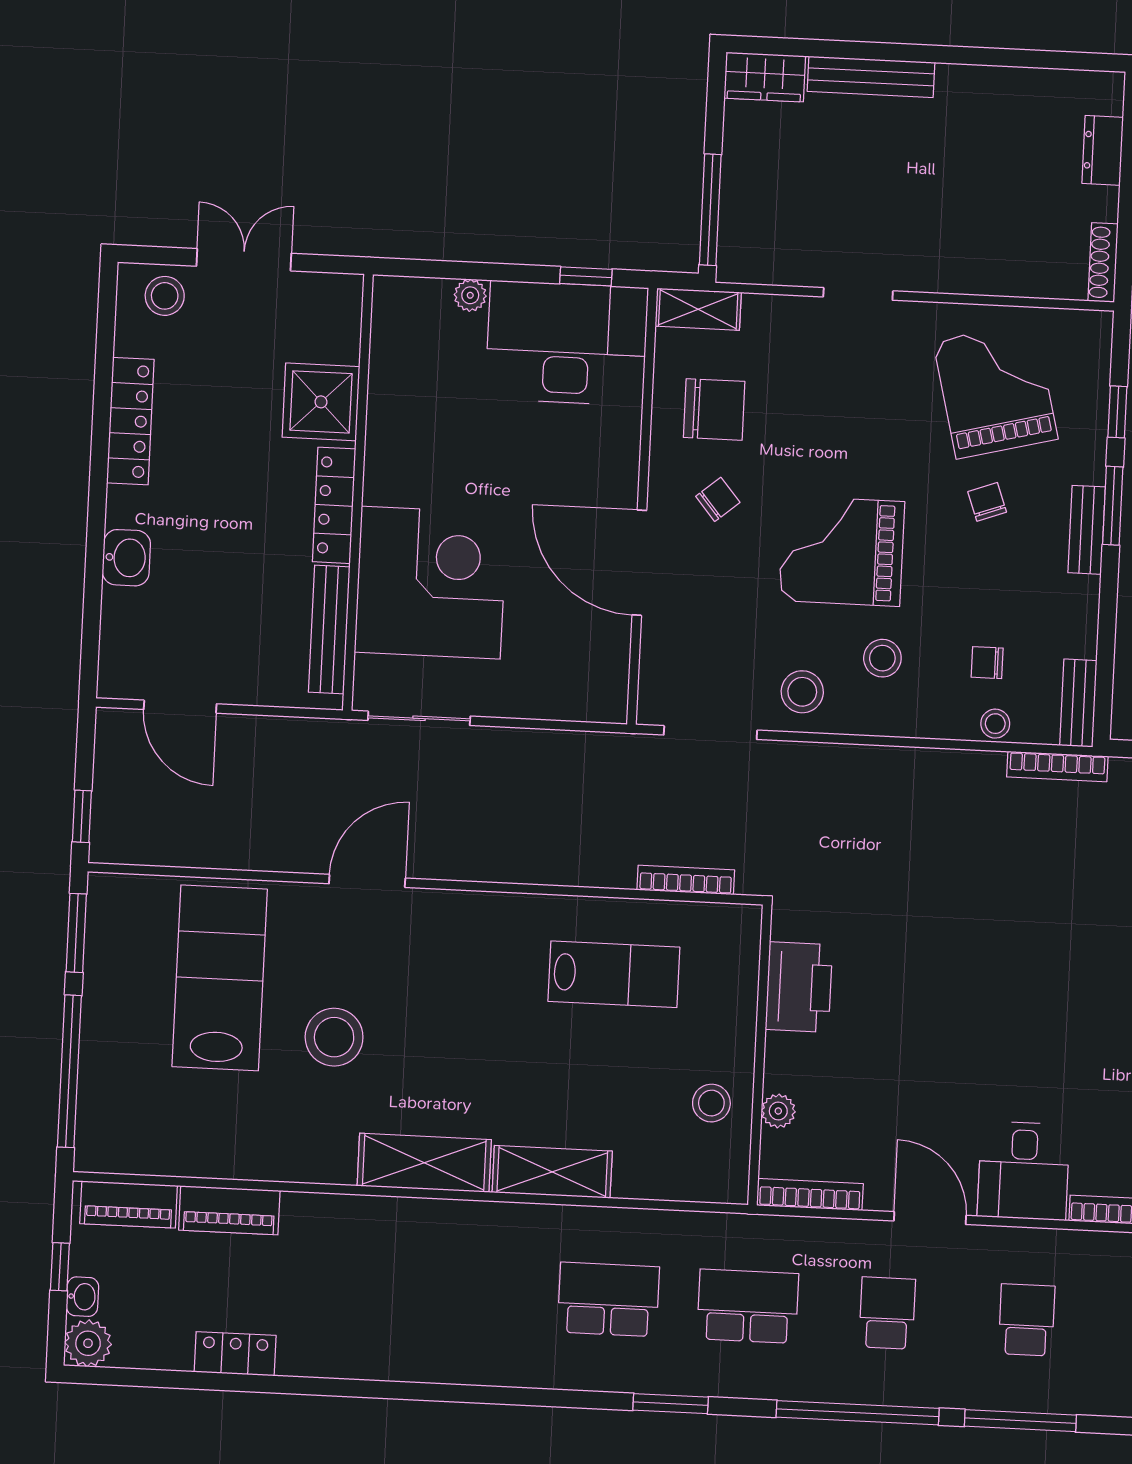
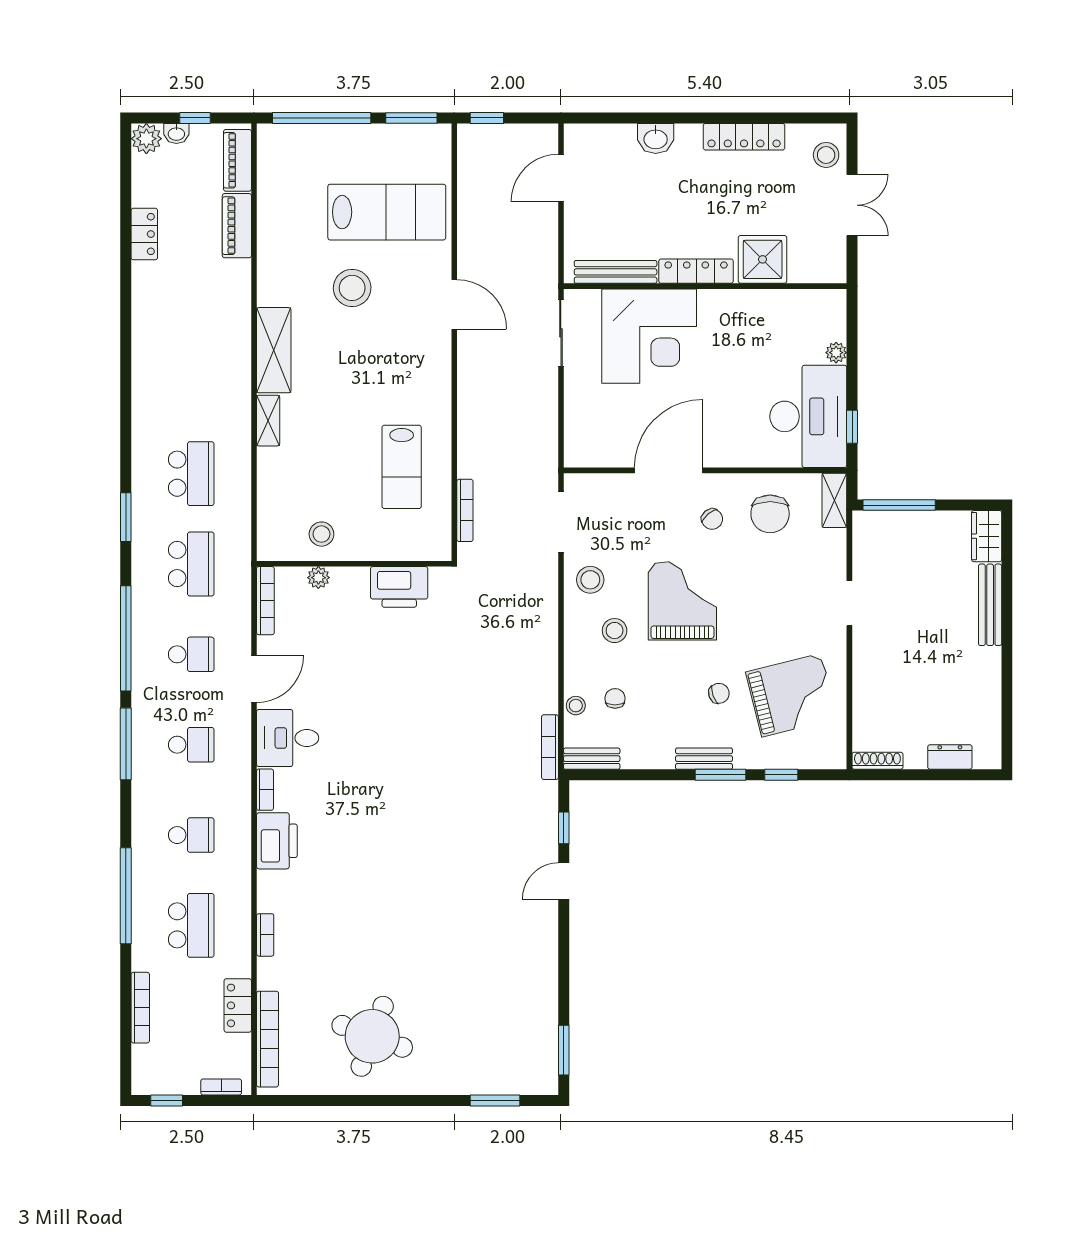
shelving: (552, 1172) -> (268, 421), width x0.67, depth x0.75

